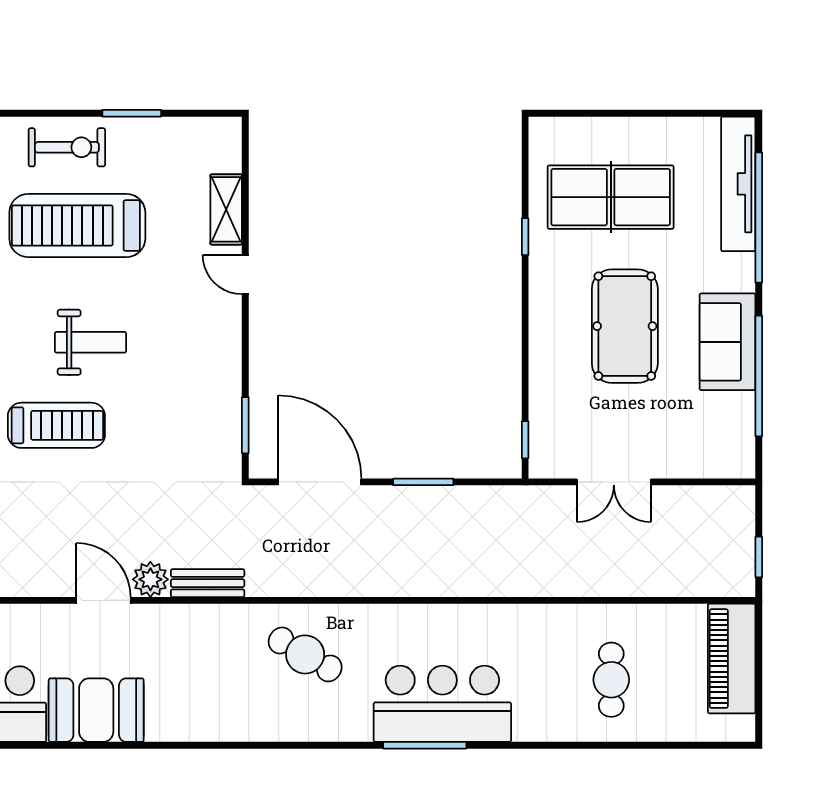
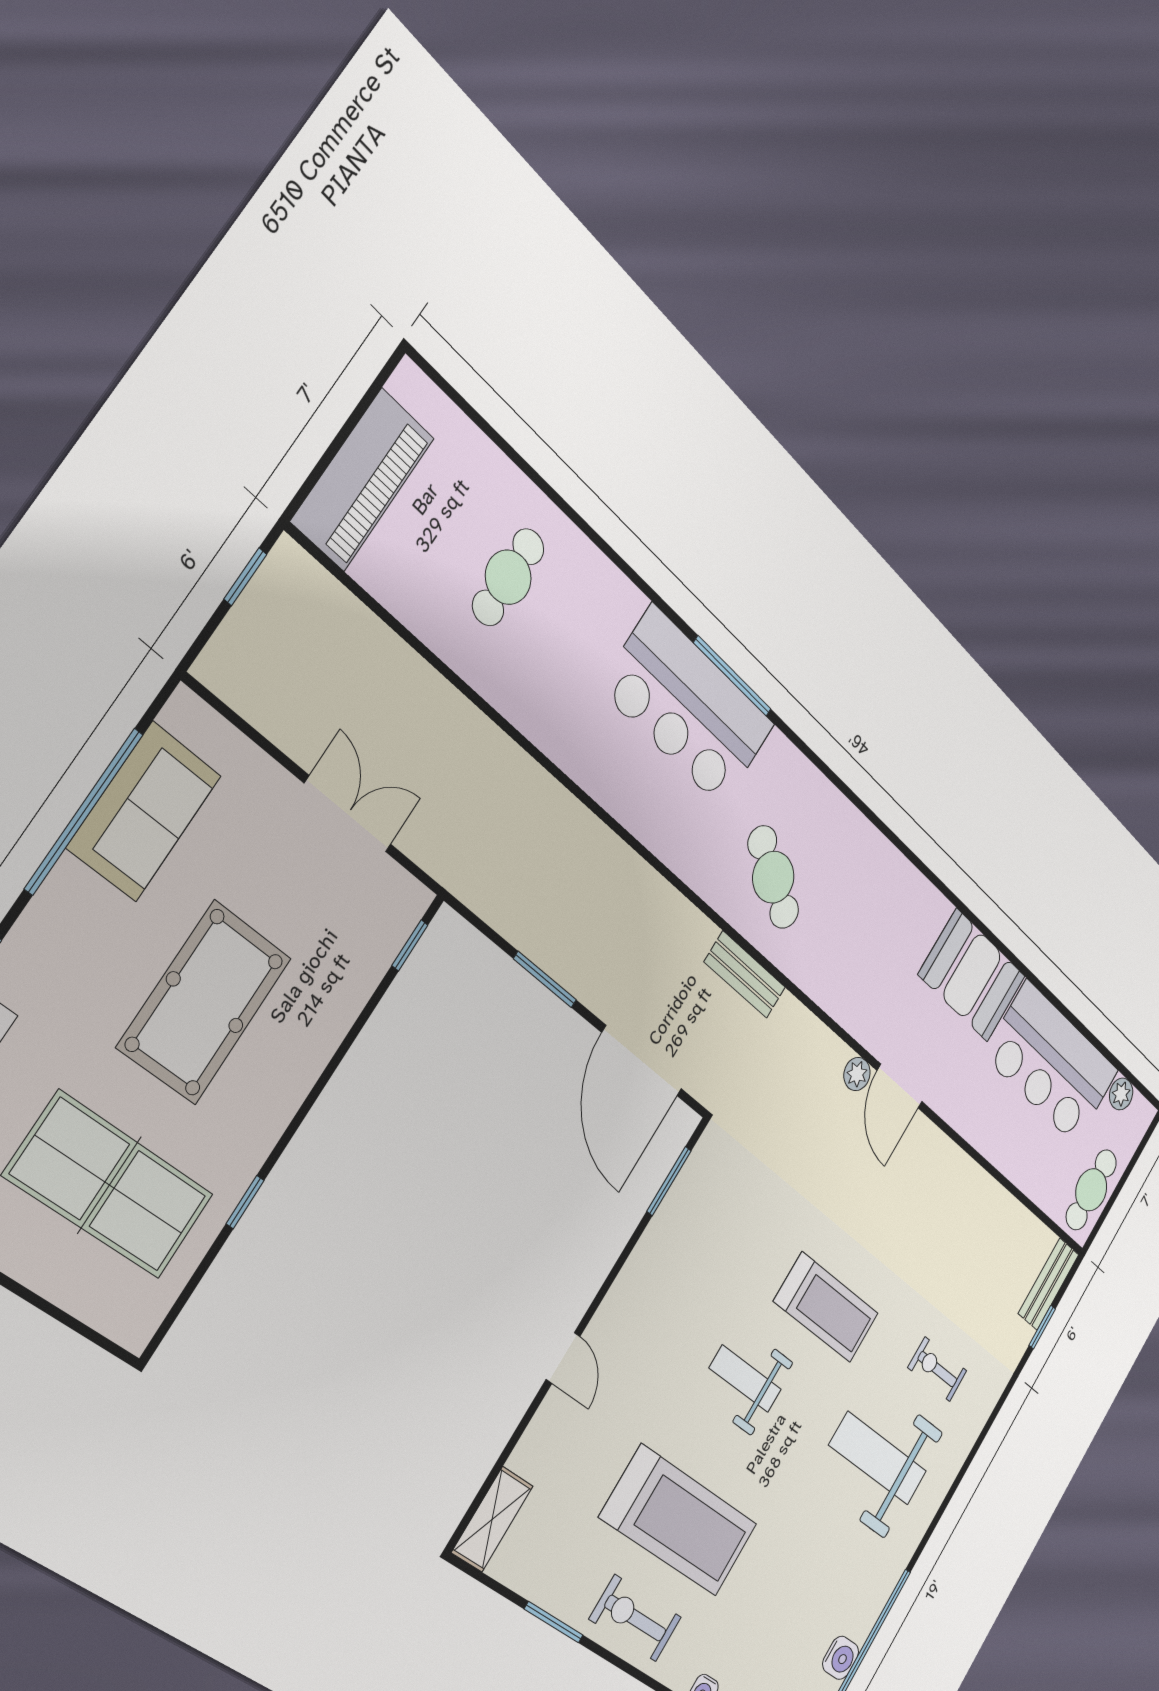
shelving: (226, 209) -> (492, 1519), moved
sofa: (728, 342) -> (144, 811), moved
treadmill: (56, 425) -> (826, 1307), turned 180
plant: (150, 579) -> (857, 1074), width x0.73, depth x0.73
bench: (208, 583) -> (745, 975), moved

